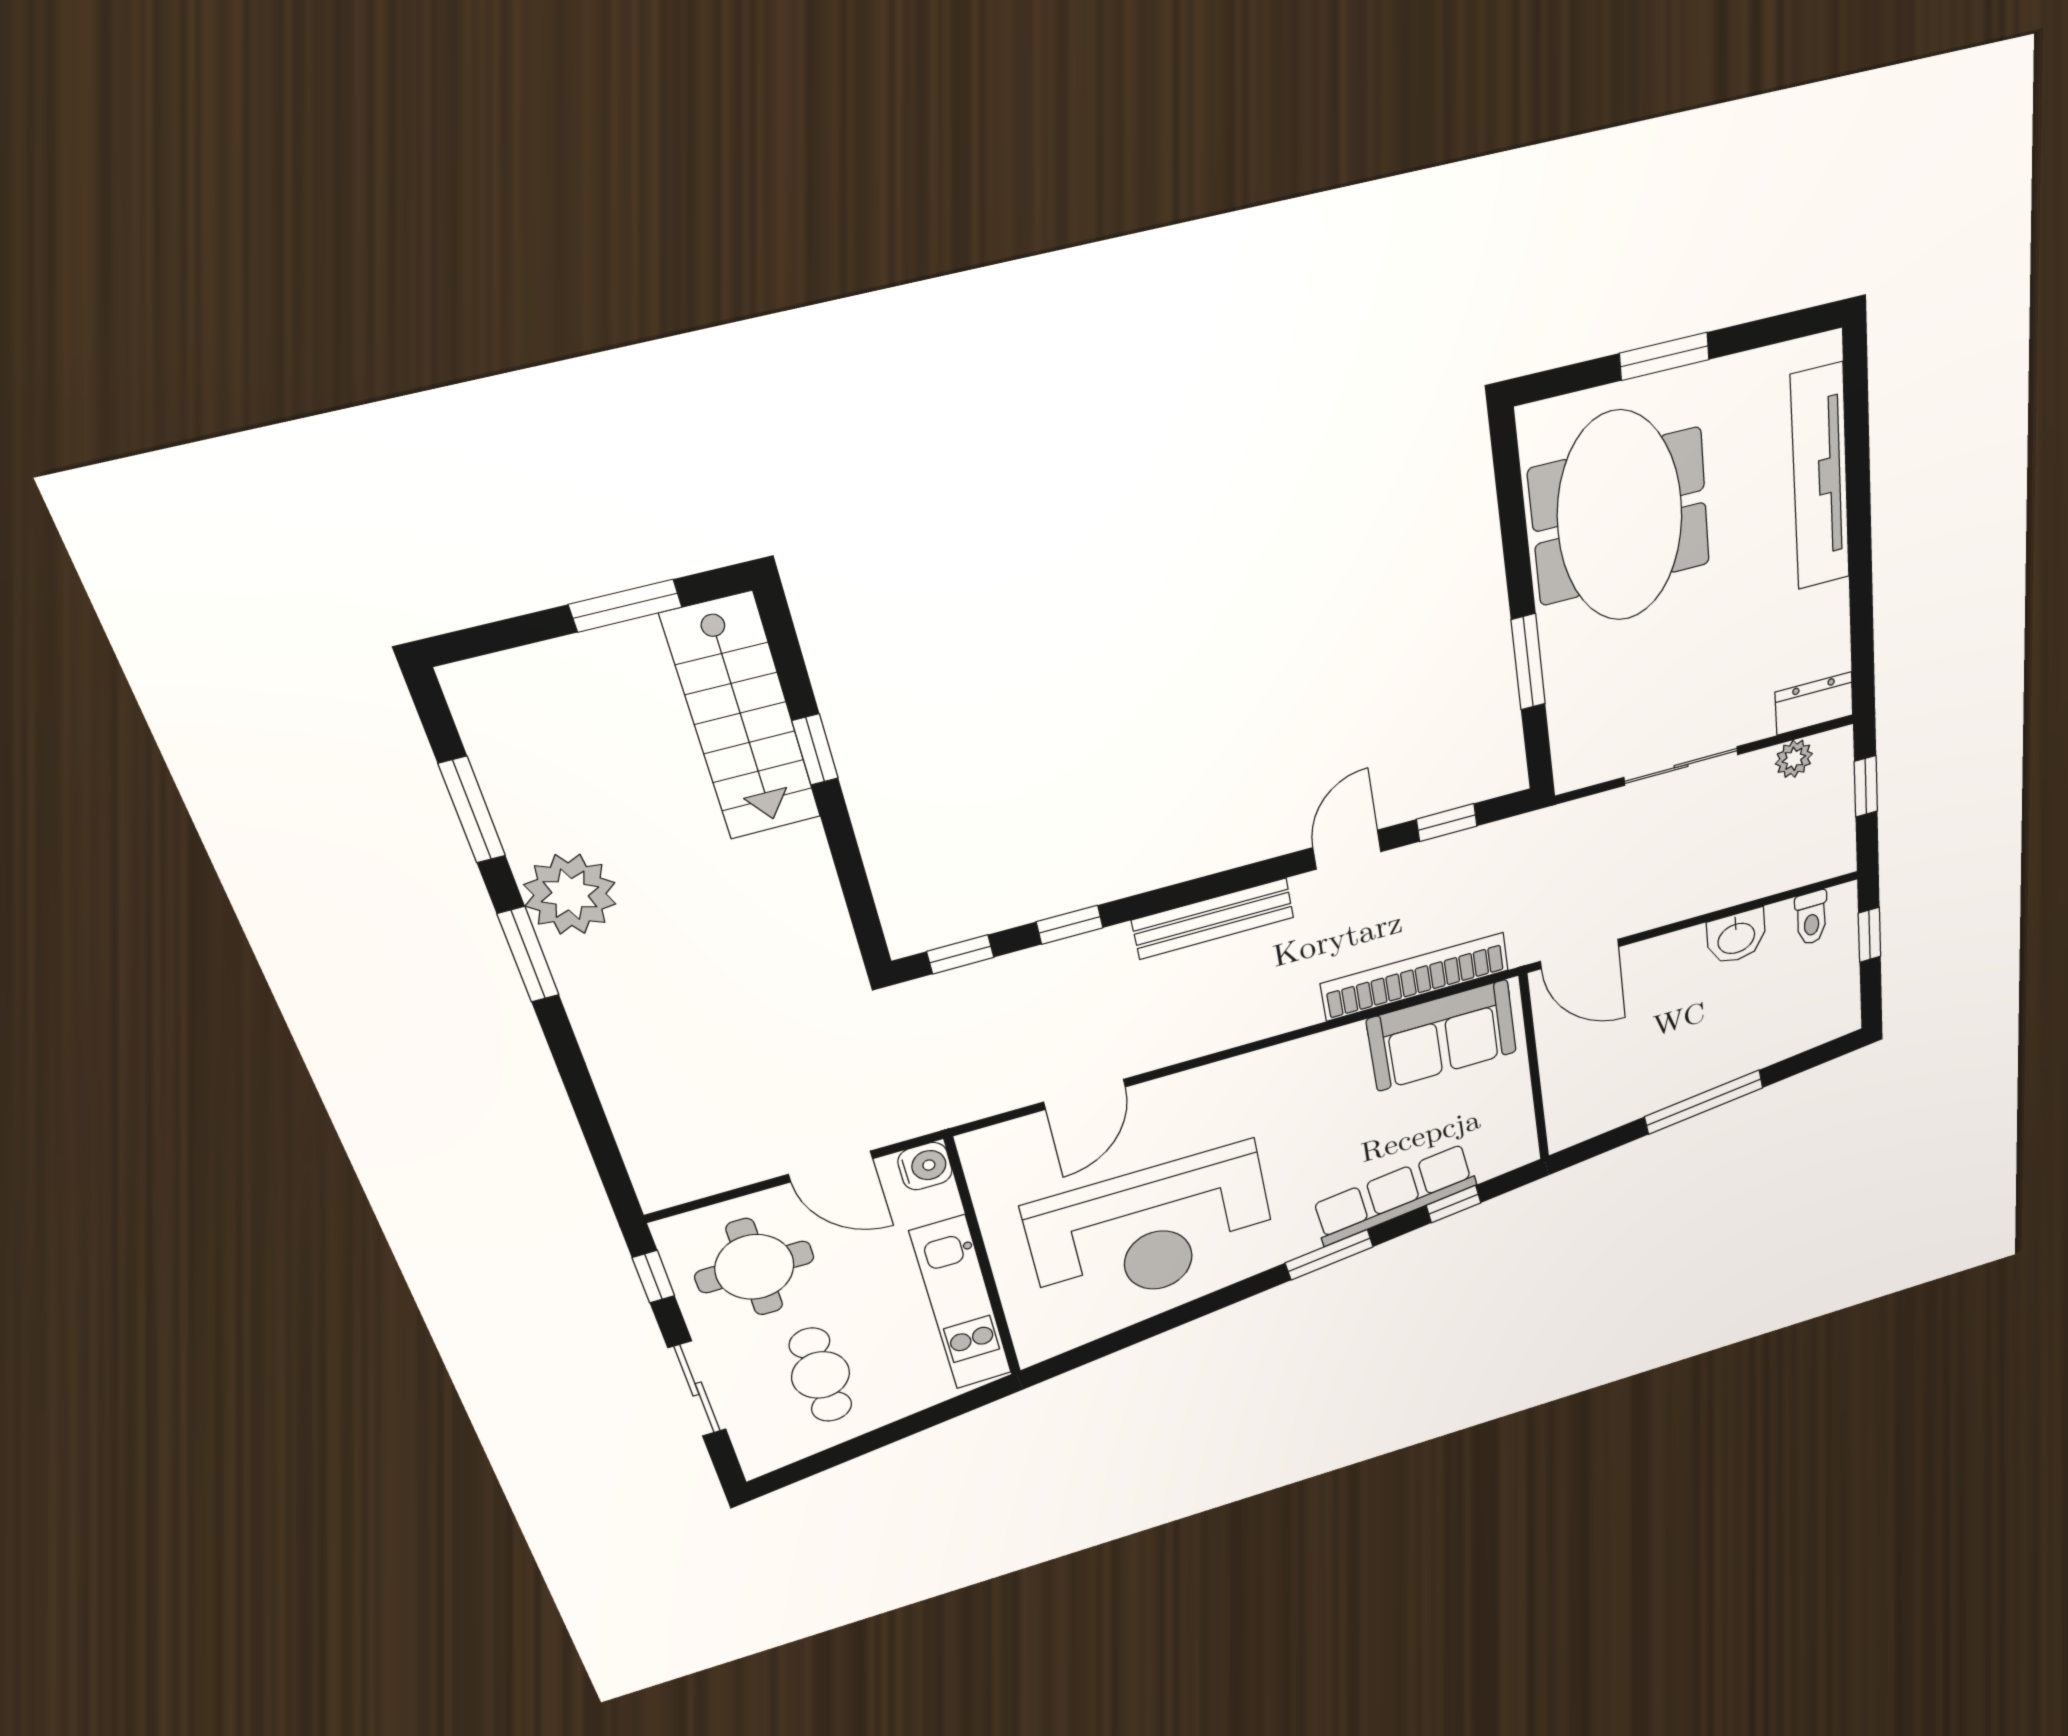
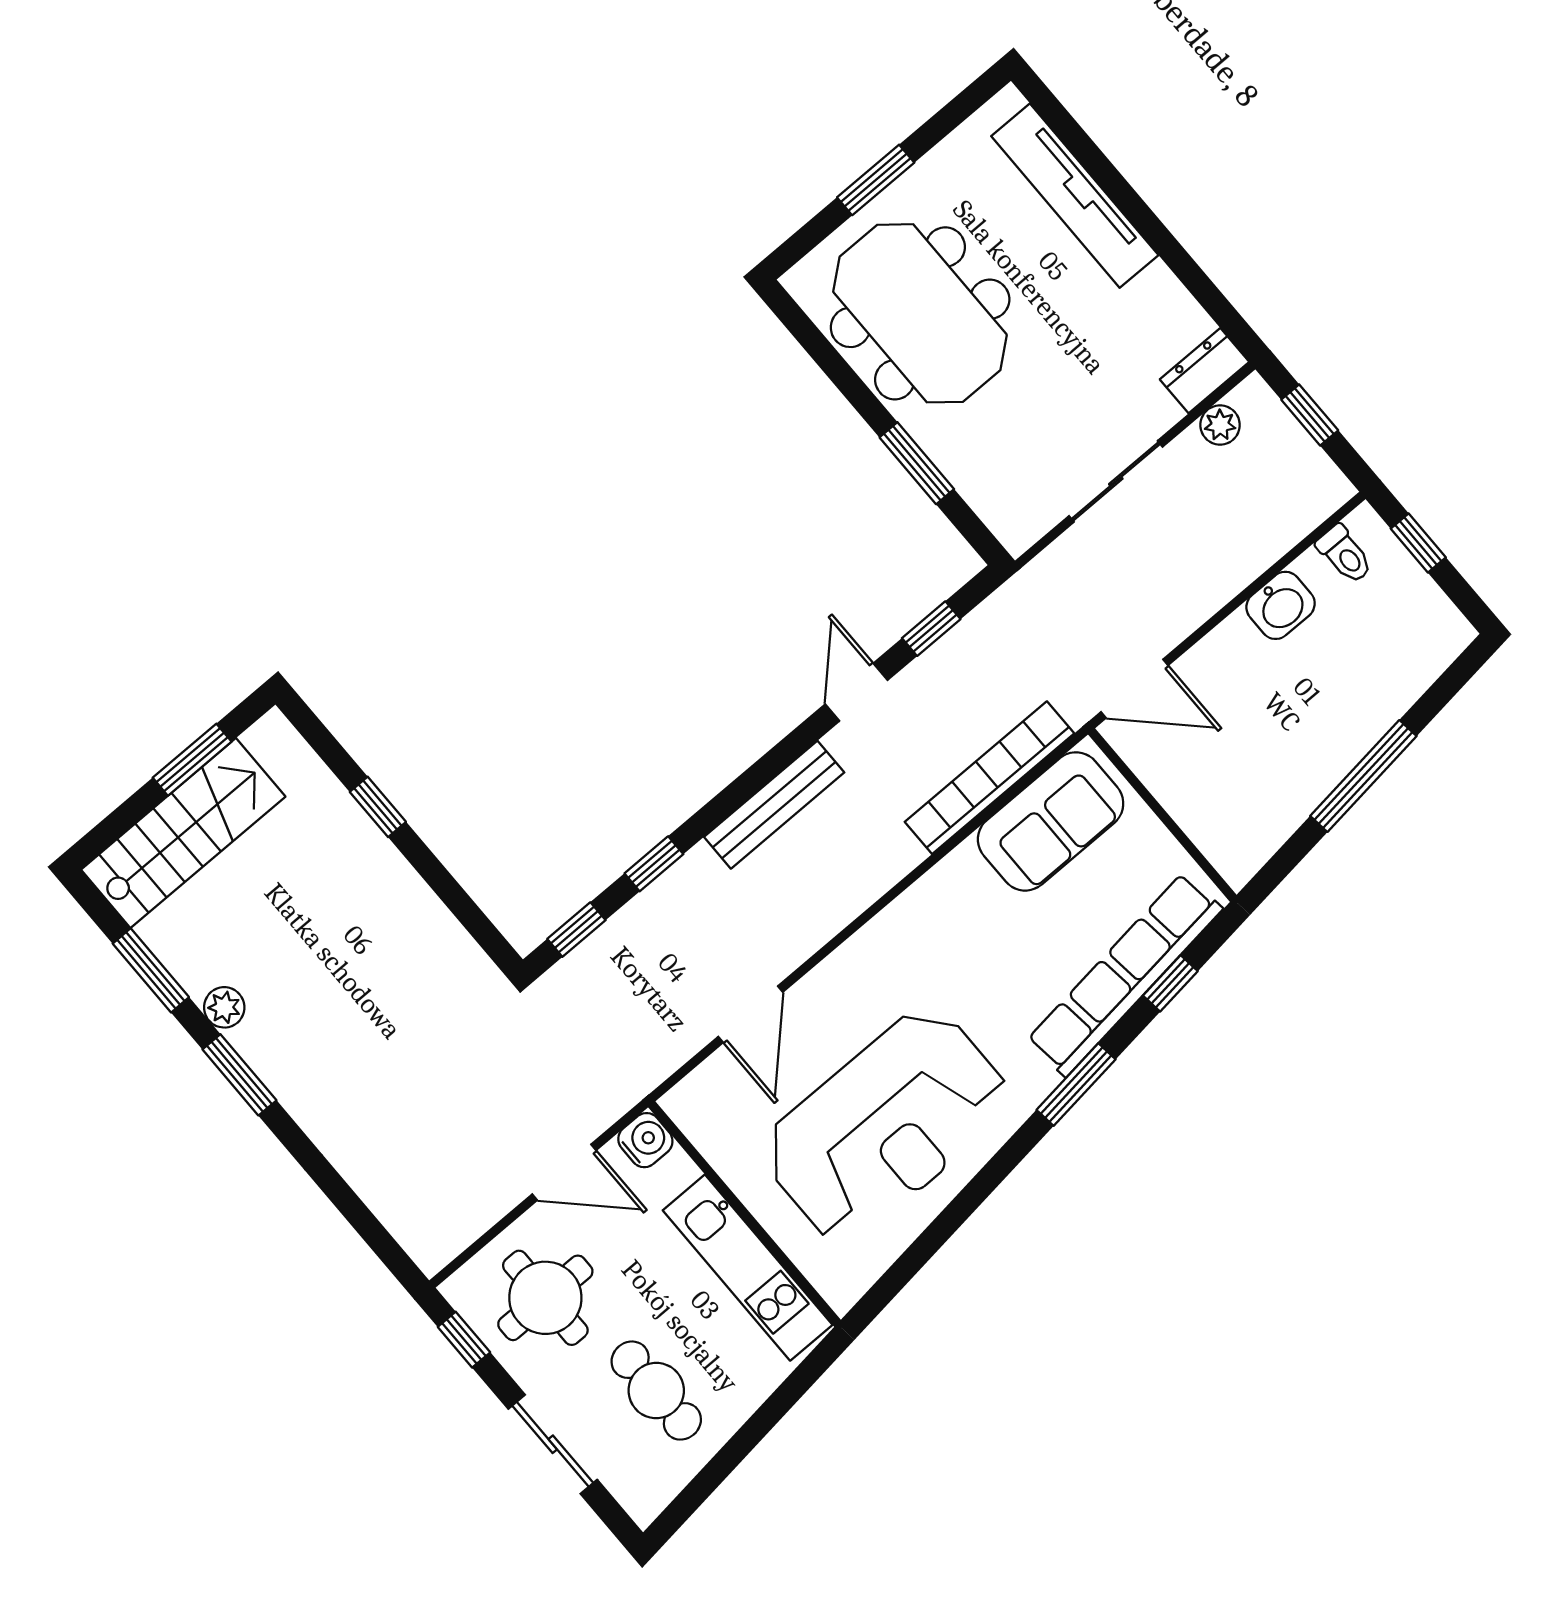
stairs: (742, 718) -> (183, 833), moved, turned -90
plant: (570, 894) -> (224, 1007), width x0.53, depth x0.53
row of seats: (1394, 1195) -> (1125, 975), width x1.36

